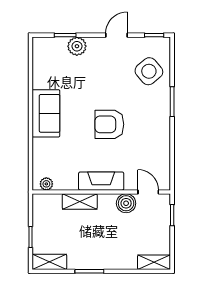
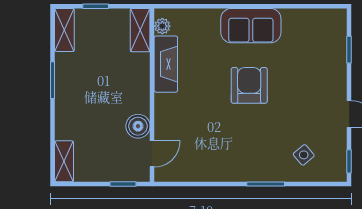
plant: (77, 46) -> (335, 65), removed
side table: (149, 71) -> (304, 155), width x0.54, depth x0.54
armchair: (109, 124) -> (249, 85), moved
fireplace: (101, 181) -> (166, 64), moved
shelving: (80, 202) -> (140, 30), moved

